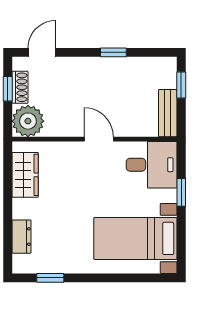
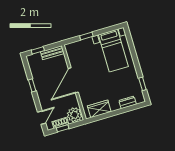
door: (42, 52) -> (42, 118), swing flipped
door: (99, 139) -> (73, 80), width x1.88
desk: (152, 165) -> (78, 53), removed

